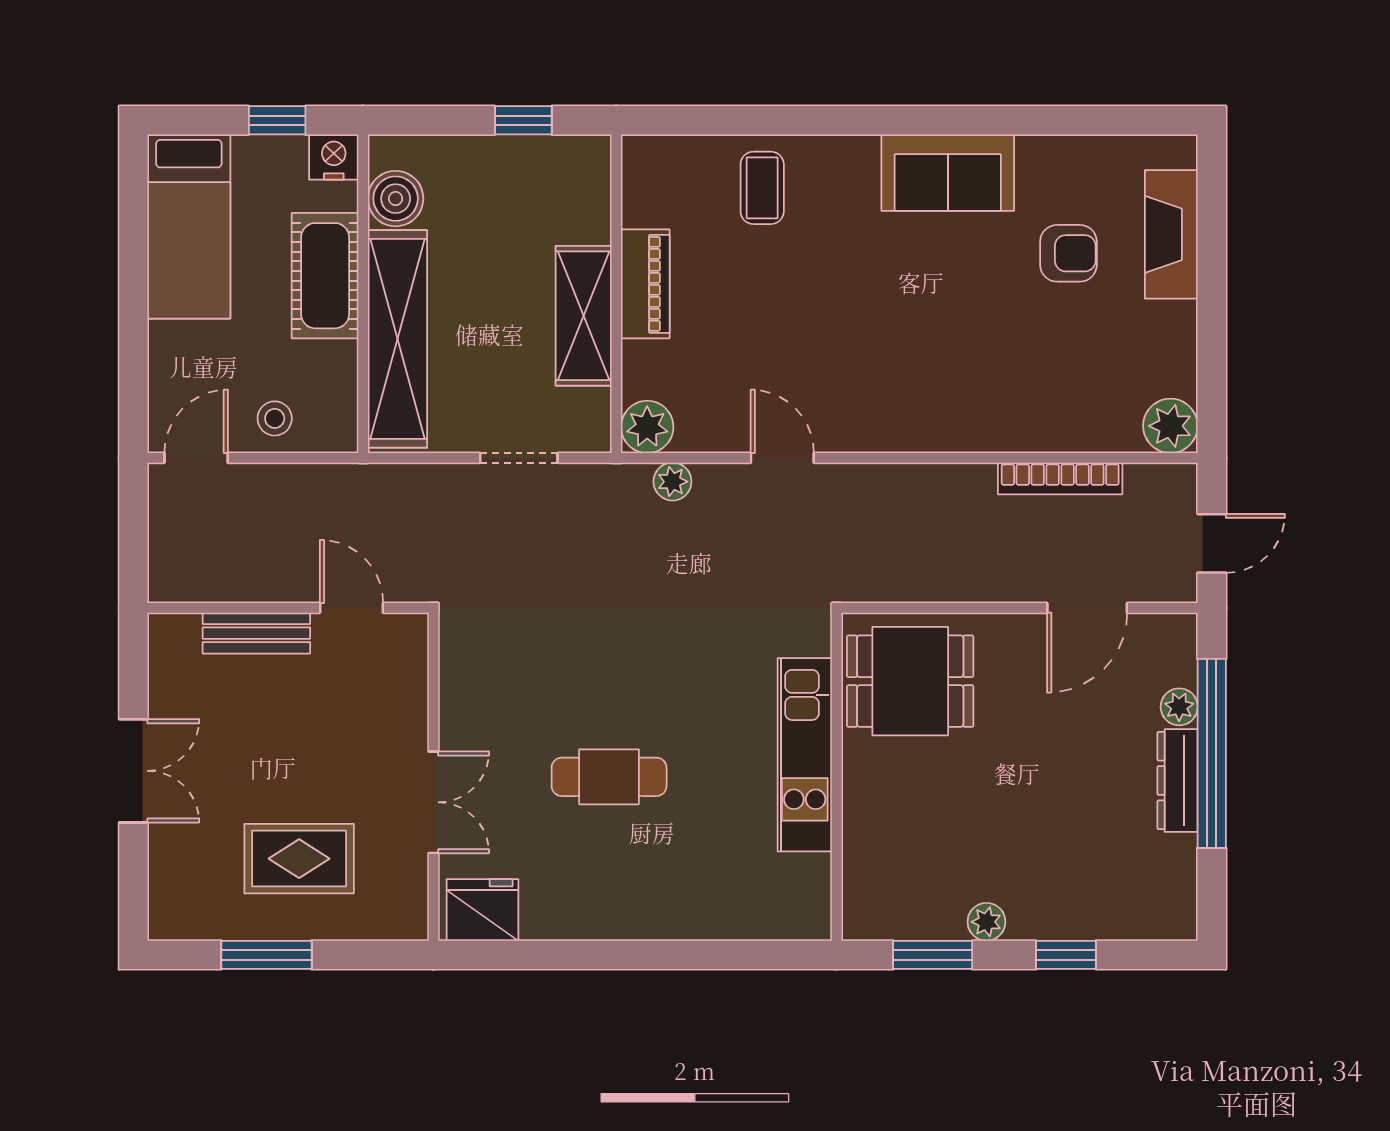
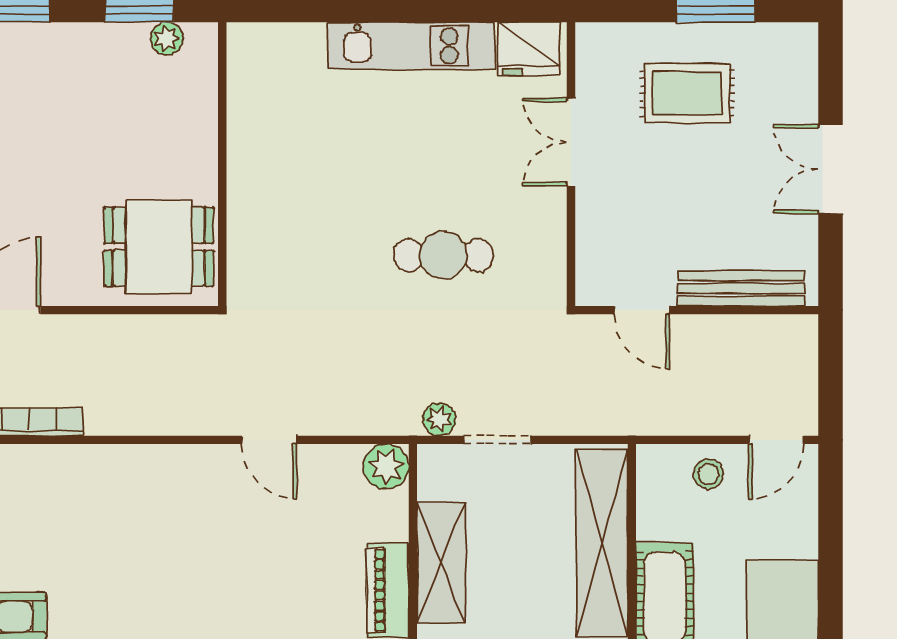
plant: (672, 482) -> (439, 419), moved
bench: (256, 633) -> (741, 288), width x1.36
kitchen unit: (805, 755) -> (411, 46), moved, turned 90
cafe table: (609, 777) -> (443, 255), moved
plant: (986, 922) -> (167, 39), moved

